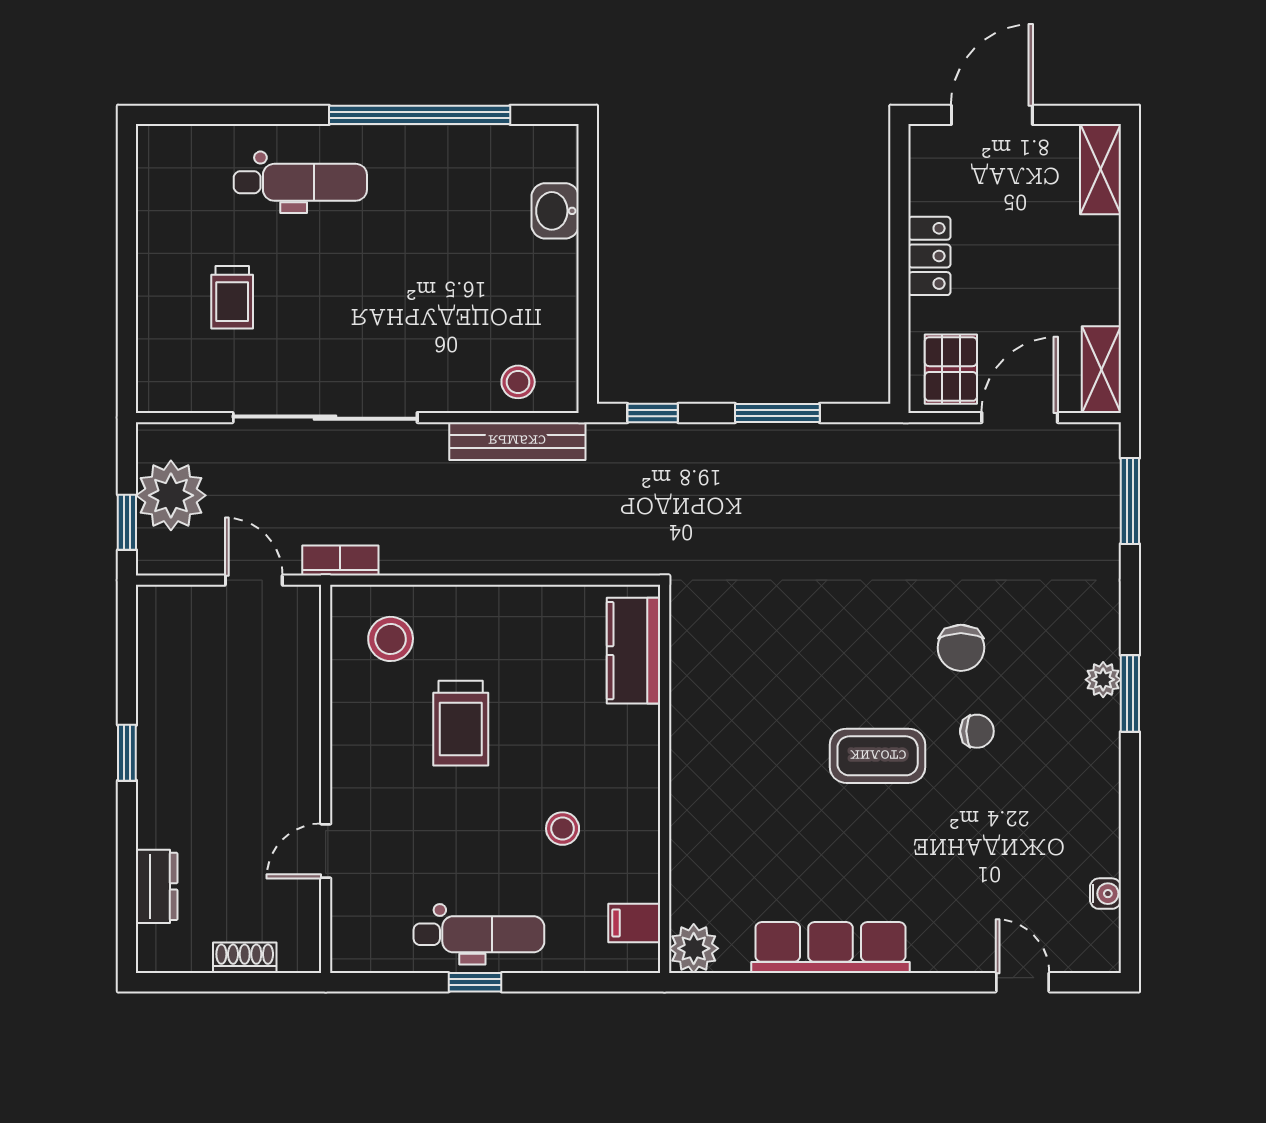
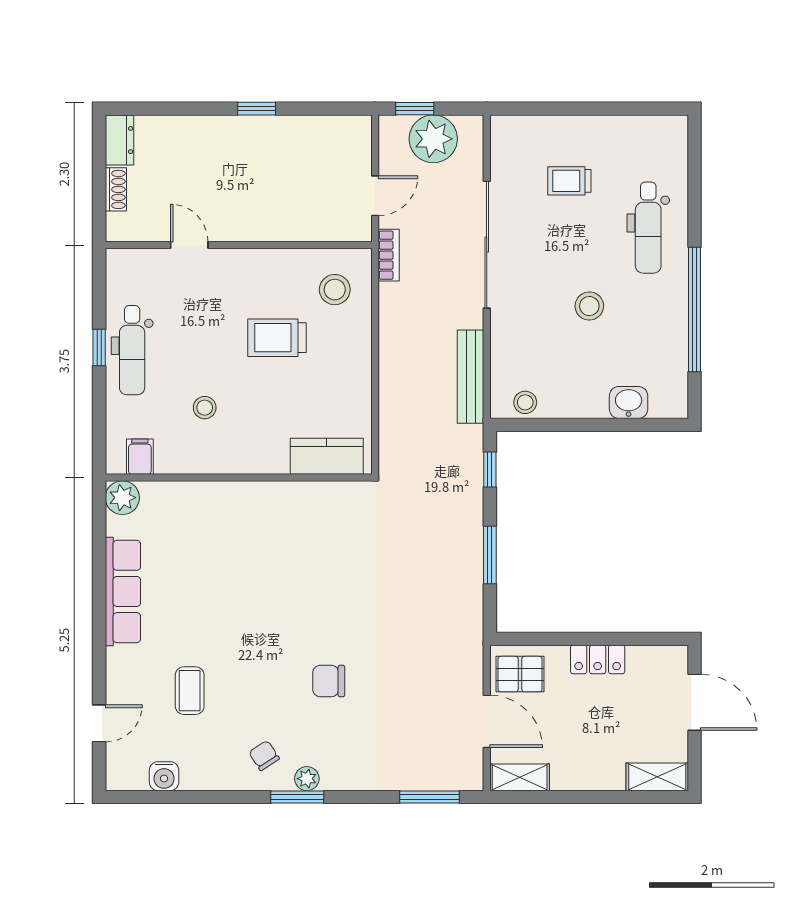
stool: (415, 268) -> (589, 306), added
stool: (518, 382) -> (525, 402), moved
chair: (977, 731) -> (264, 756), moved, turned 147
coffee table: (878, 756) -> (190, 691), moved, width x0.73, depth x0.77
dresser: (157, 886) -> (120, 140), moved, turned -90
water cooler: (1105, 894) -> (164, 776), width x1.38, depth x1.38

